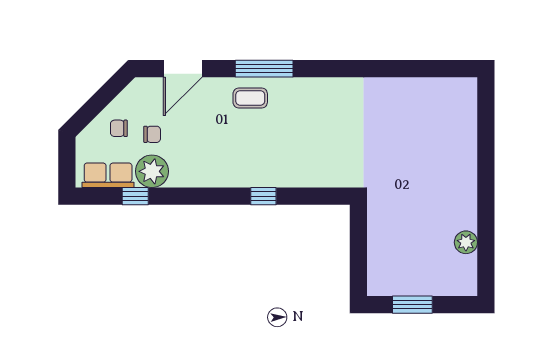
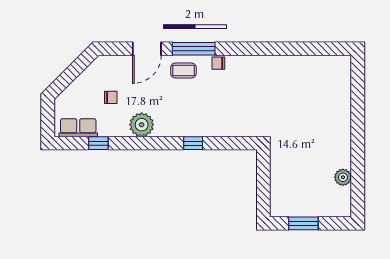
door: (183, 69) -> (147, 49), moved
chair: (119, 128) -> (218, 63), moved
plant: (152, 171) -> (142, 125), moved

